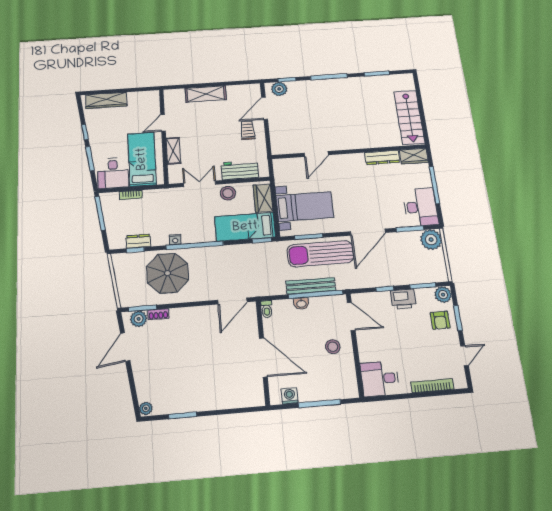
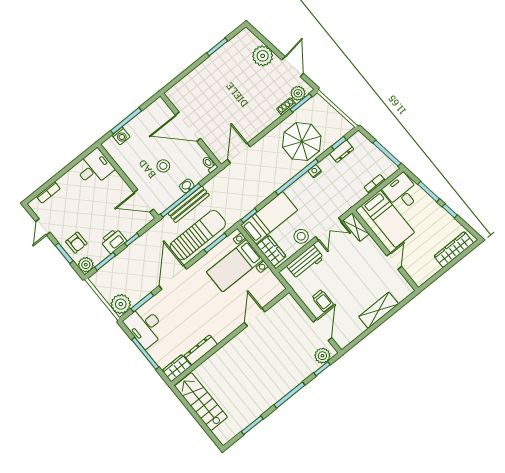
shelving: (173, 151) -> (356, 227), moved
armchair: (440, 320) -> (76, 243), turned 180
stool: (333, 347) -> (163, 166), moved
bookcase: (432, 386) -> (48, 192), width x0.64
washing machine: (290, 396) -> (121, 136), moved
plant: (146, 408) -> (263, 56), moved, width x1.88, depth x1.88

